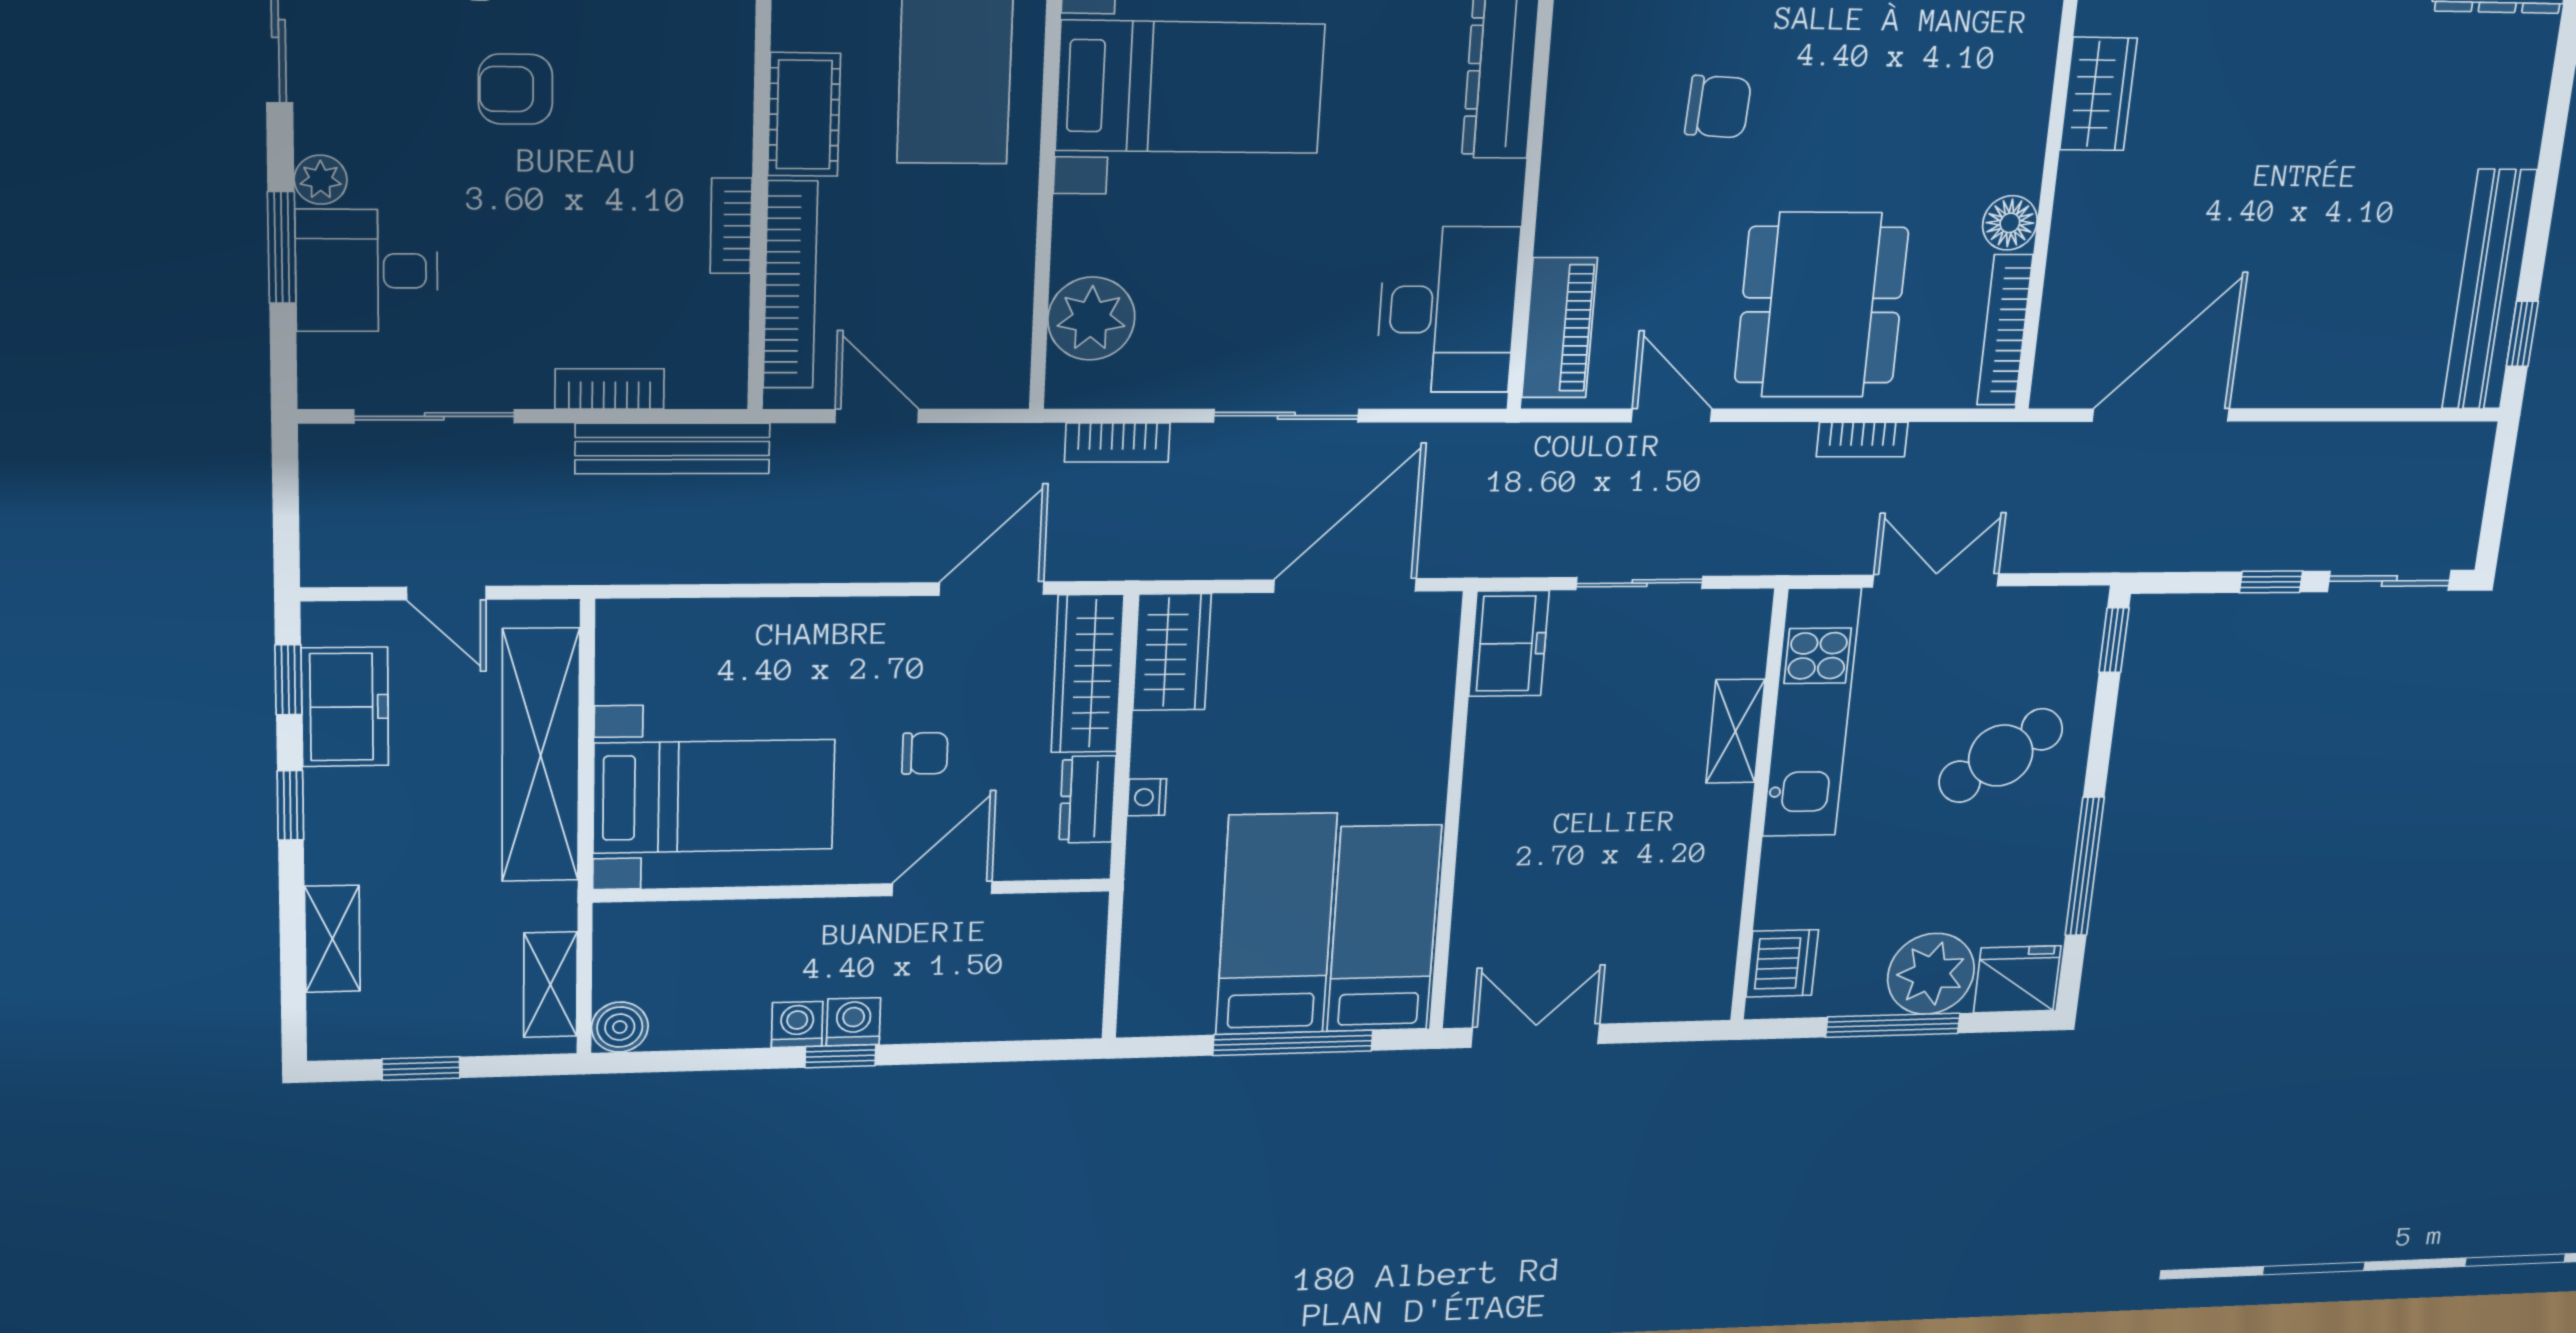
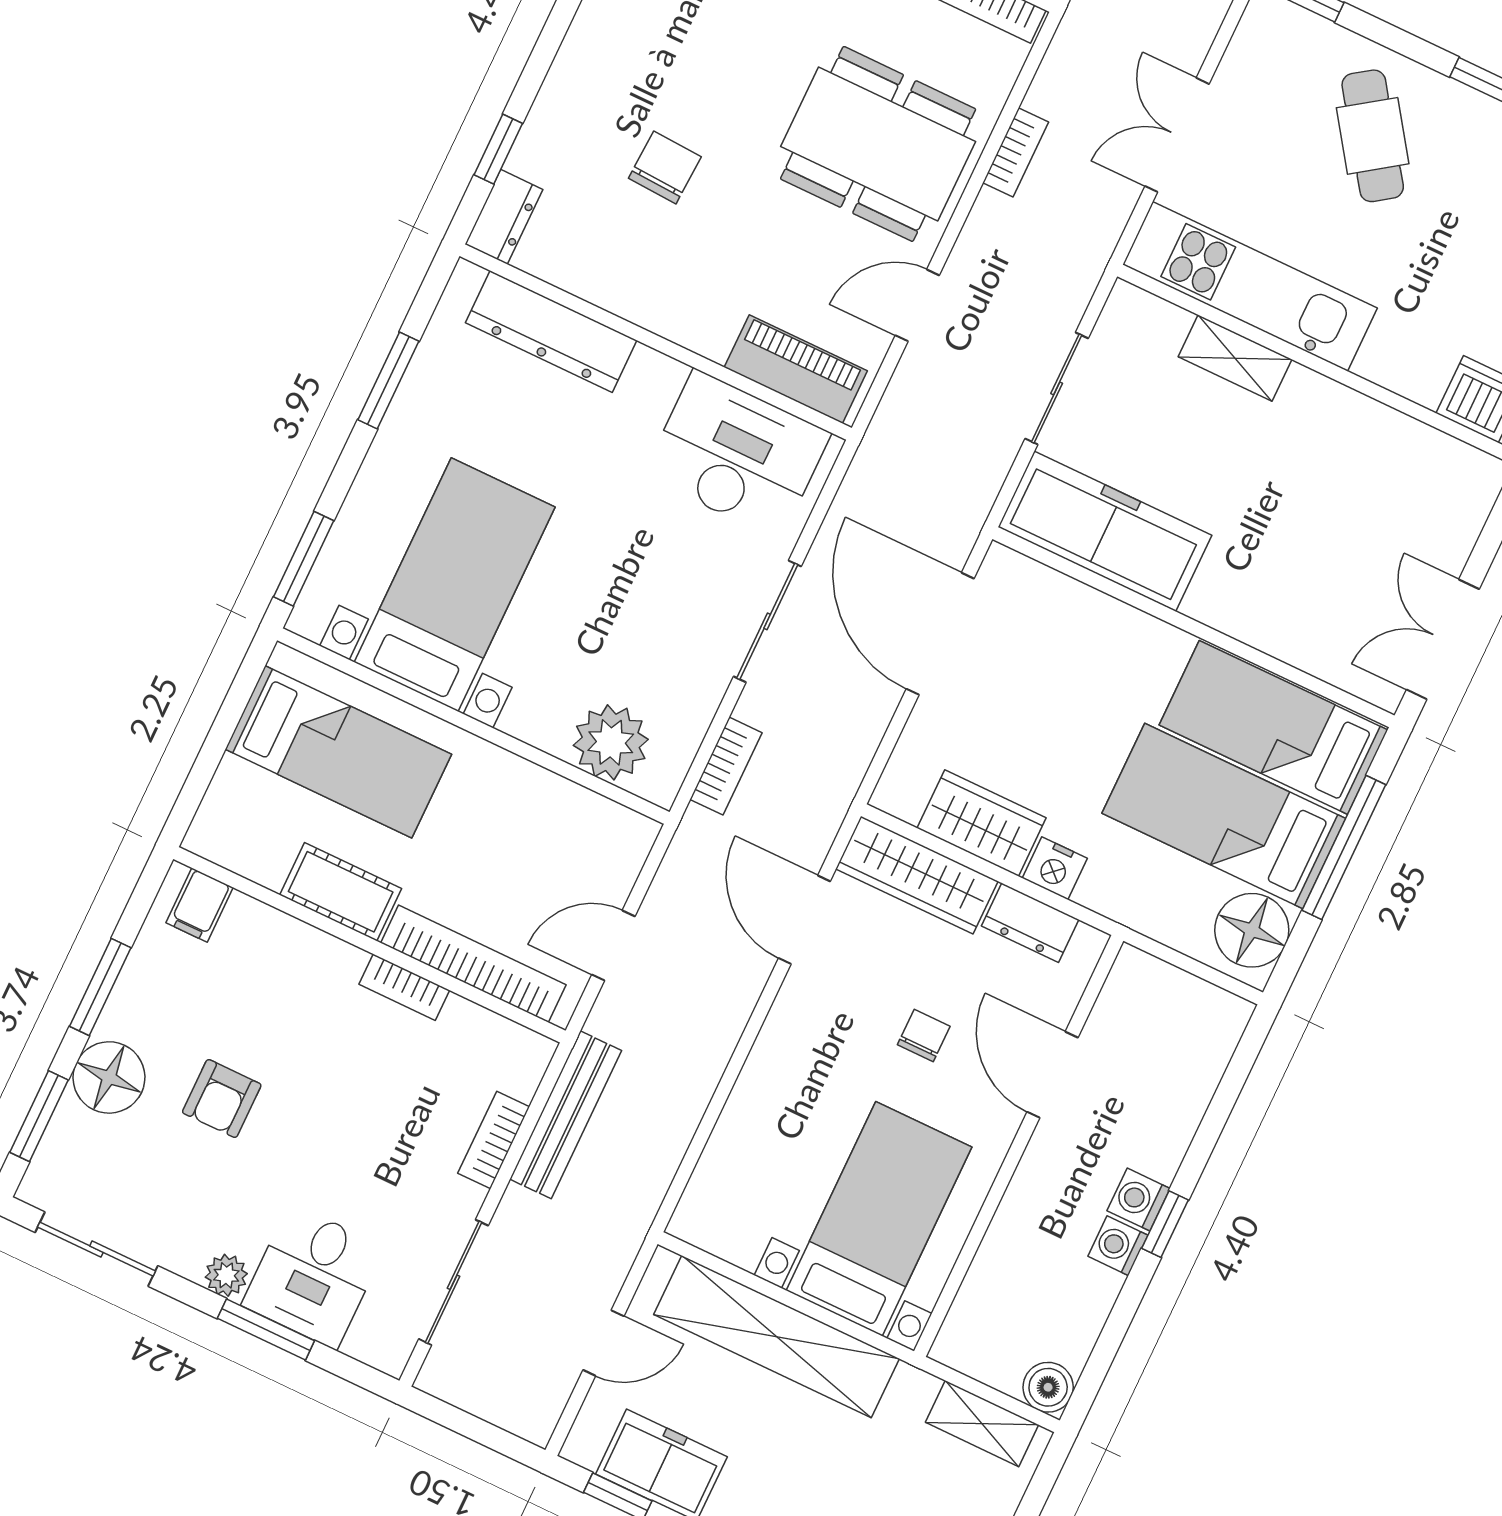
freezer: (1509, 643) -> (1105, 531), width x1.91, depth x1.26
wardrobe: (1172, 652) -> (982, 823), moved
nightstand: (1147, 797) -> (1055, 868), width x1.39, depth x1.35
floor lamp: (1173, 1000) -> (1252, 930), added

